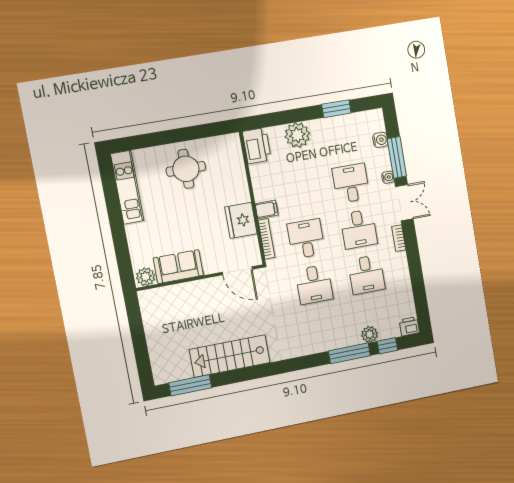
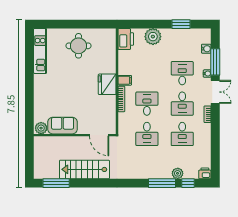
sofa: (178, 267) -> (63, 126), moved
door: (237, 271) -> (99, 135), moved
plant: (146, 277) -> (41, 128), moved
wall: (200, 278) -> (75, 135), moved

